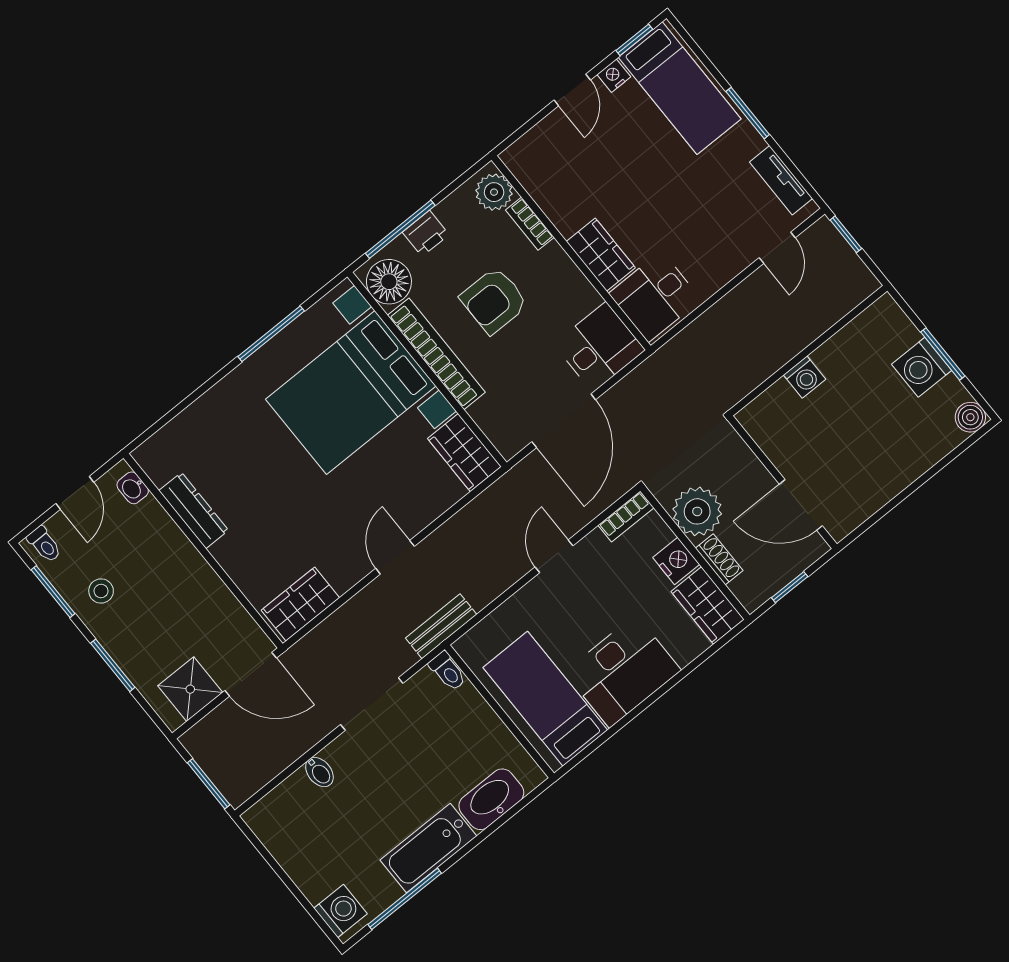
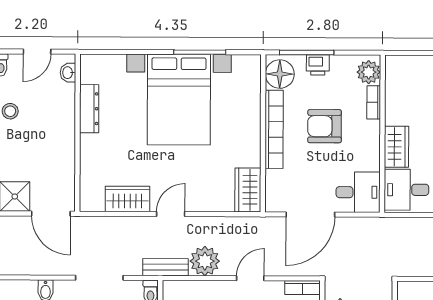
bed with nightstands: (351, 393) -> (179, 100), moved, turned -90
plant: (482, 580) -> (205, 261), added
wardrobe: (300, 604) -> (127, 199), moved

